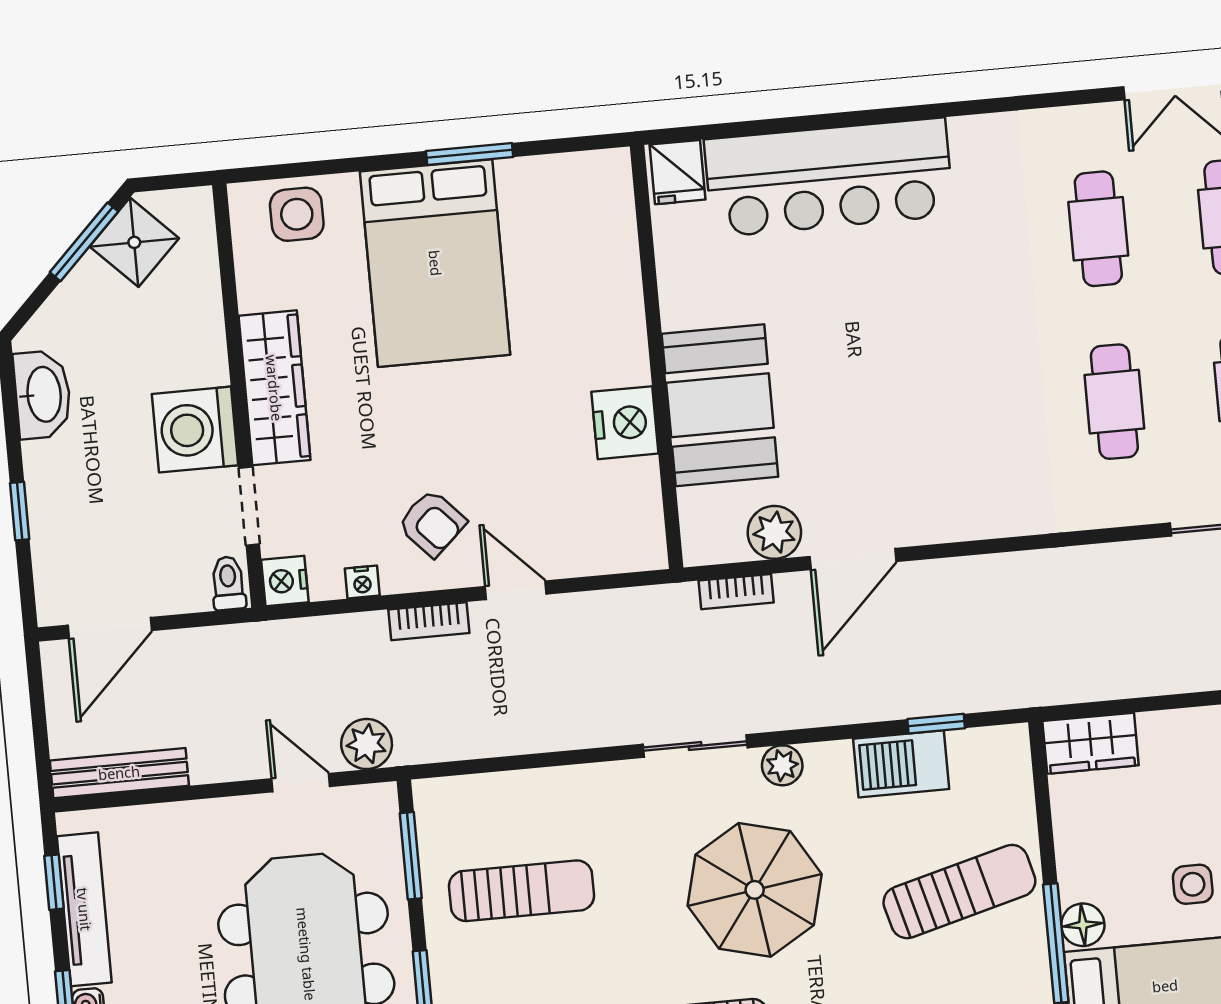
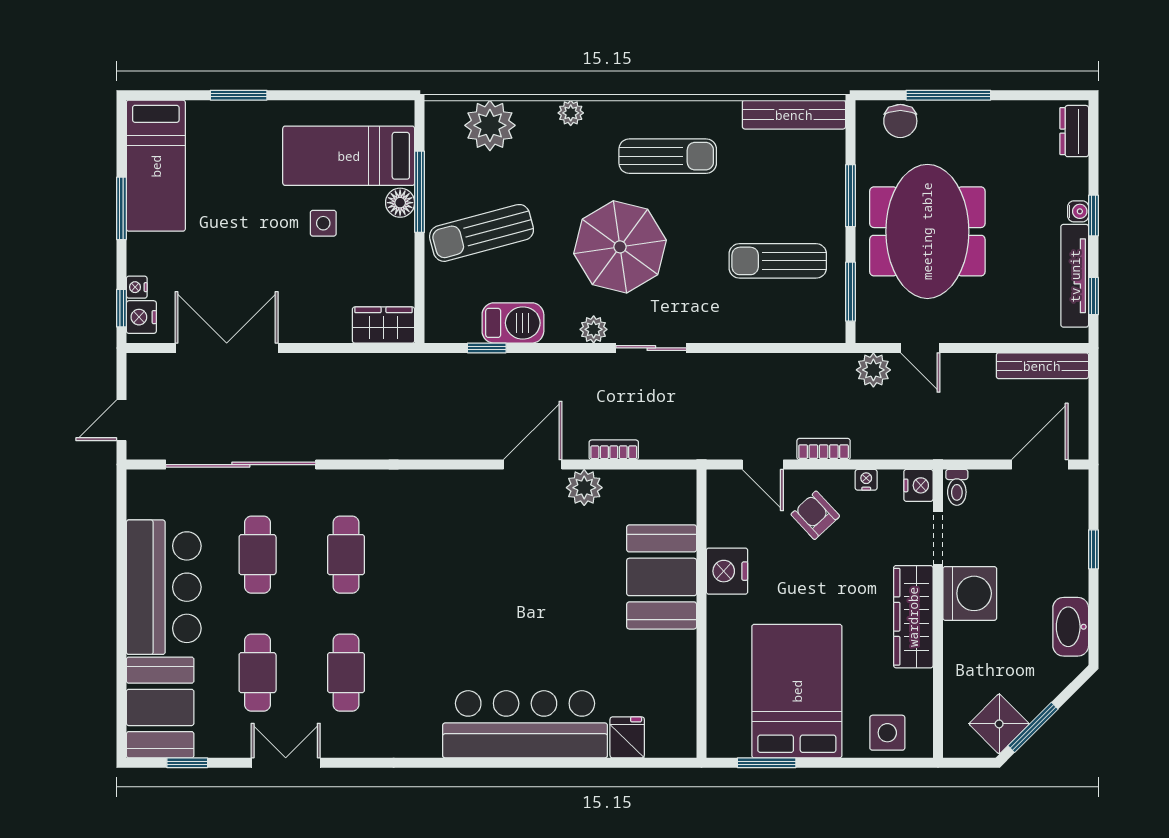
wall: (657, 357) -> (701, 614), moved
booth: (720, 405) -> (662, 577), moved
nightstand: (625, 423) -> (727, 571), moved

